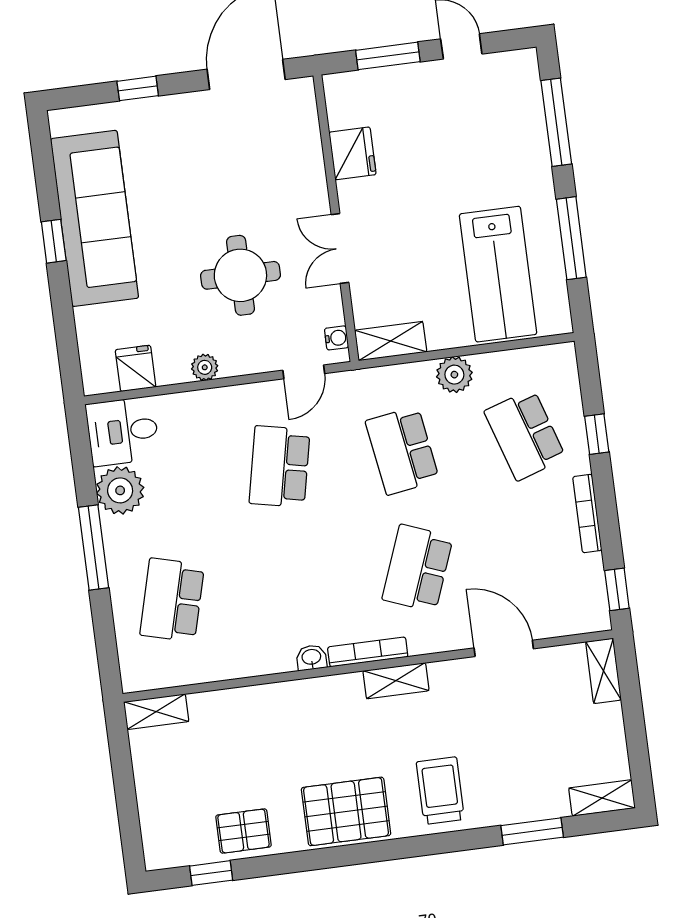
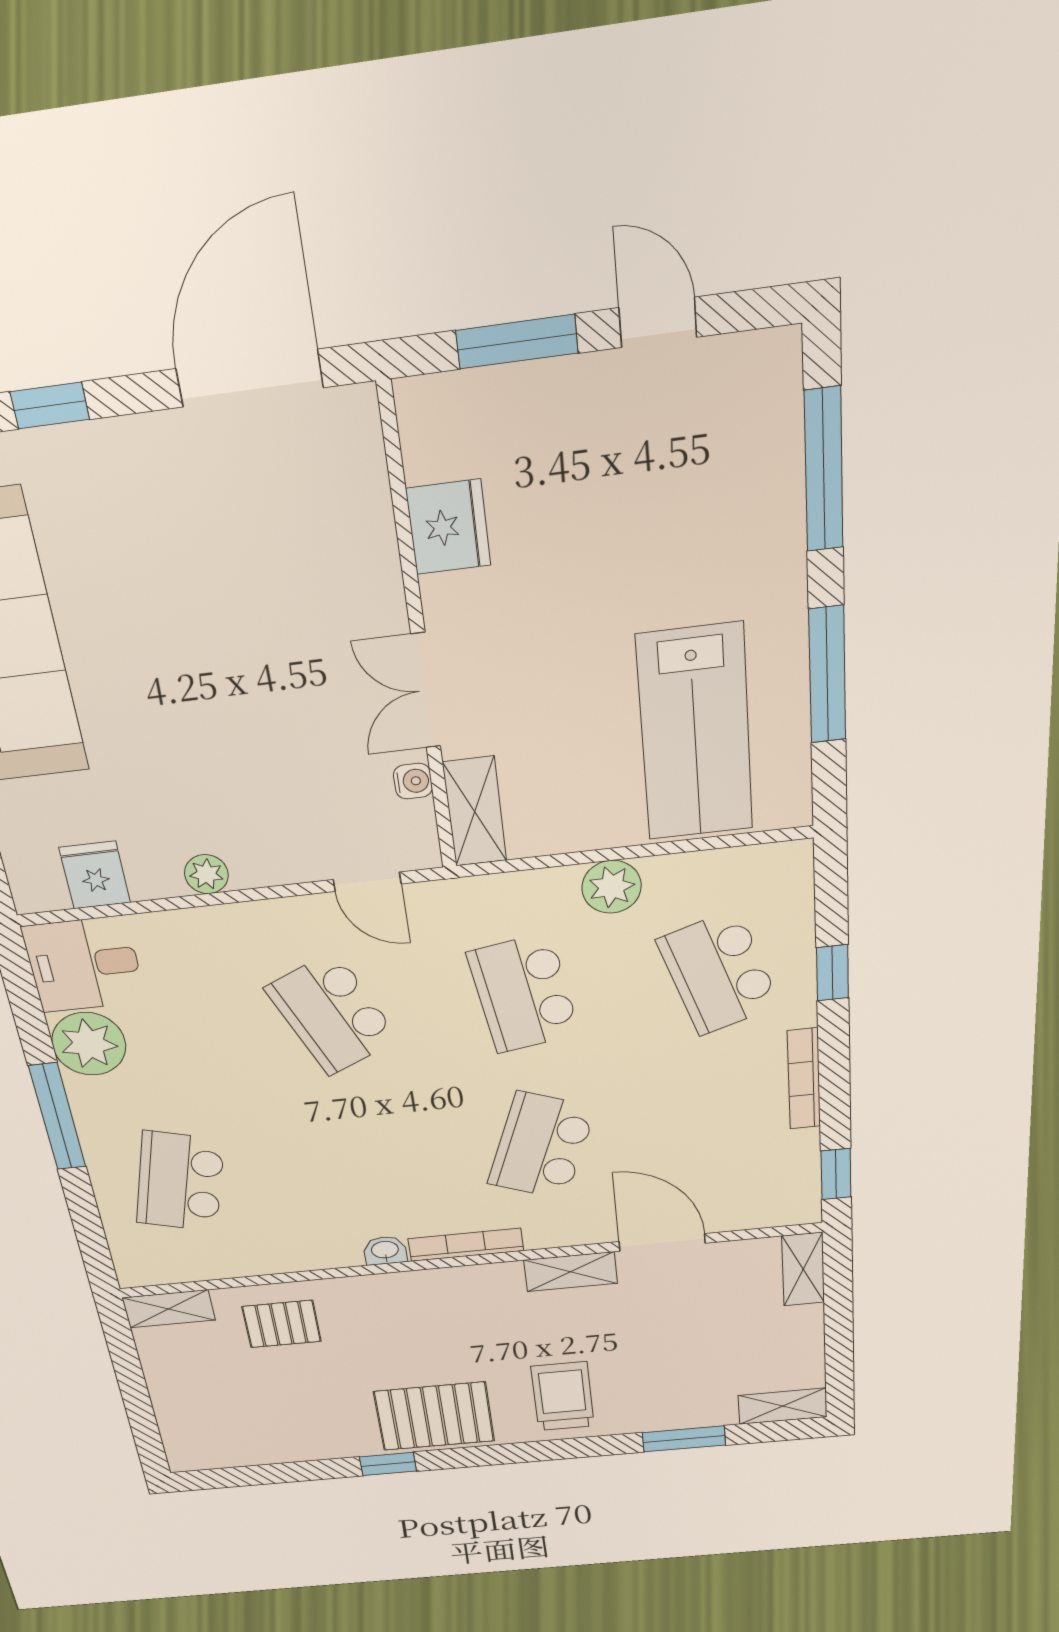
round table: (240, 275) -> (257, 734), removed
water cooler: (337, 338) -> (413, 781), moved
shelving: (391, 341) -> (475, 812), moved, turned 90
door: (304, 372) -> (367, 882), hinge flipped
school desk: (280, 467) -> (332, 1014), turned -36
shelving: (396, 681) -> (571, 1272), moved
pallet: (243, 831) -> (282, 1324), moved
window: (211, 873) -> (388, 1464), moved

